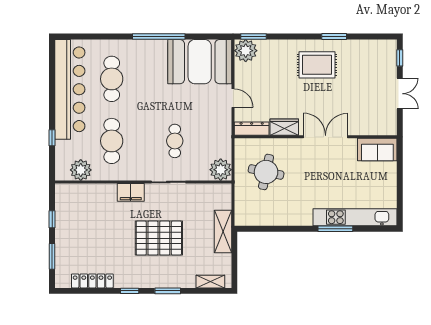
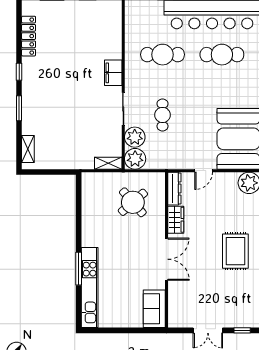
cafe table: (175, 141) -> (163, 115), turned 90
plant: (81, 170) -> (135, 137), moved
round table: (266, 172) -> (133, 202), turned 37
shelving: (223, 231) -> (108, 163), moved, width x0.67, depth x0.75
pallet: (159, 238) -> (70, 100), removed

